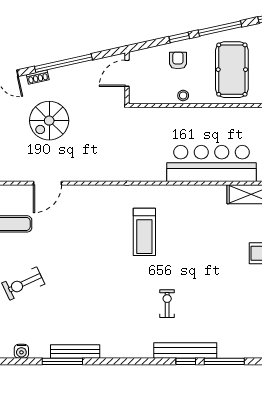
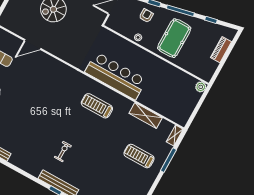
bar counter: (212, 163) -> (116, 76), moved
treadmill: (144, 232) -> (97, 106), moved, turned 90

